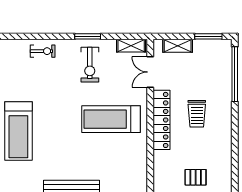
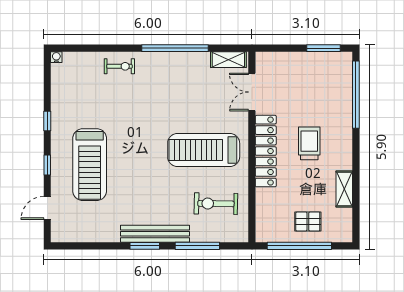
window: (88, 36) -> (175, 48), width x2.11
shelving: (178, 46) -> (344, 189), moved, turned 90
exercise bike: (90, 65) -> (216, 204), moved, turned 91
trolley: (197, 114) -> (309, 143), turned 180

